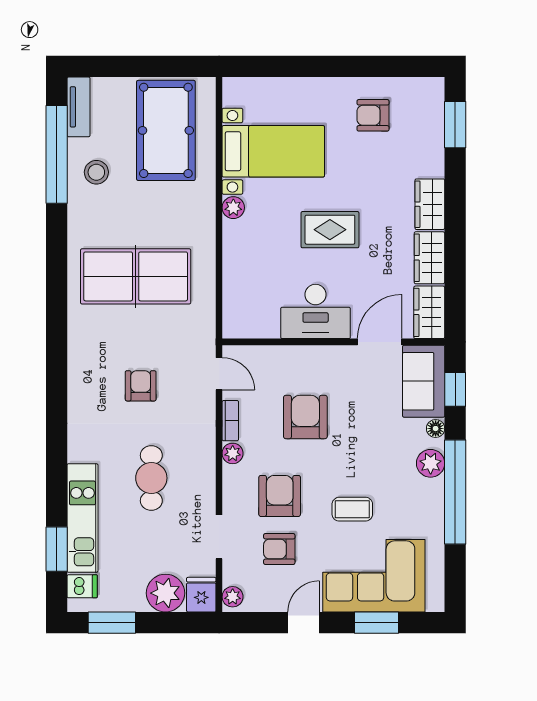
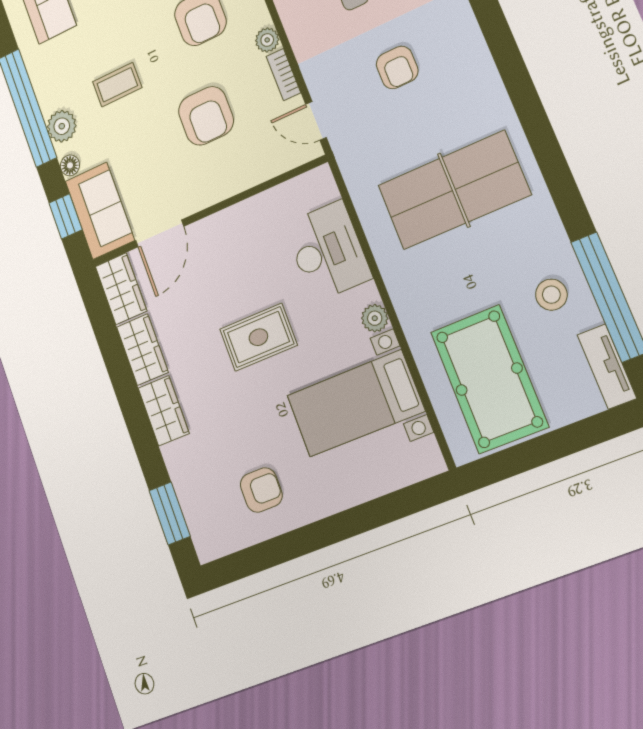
desk: (316, 311) -> (328, 251), moved, turned 90
coffee table: (352, 509) -> (117, 85), moved

